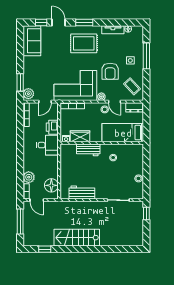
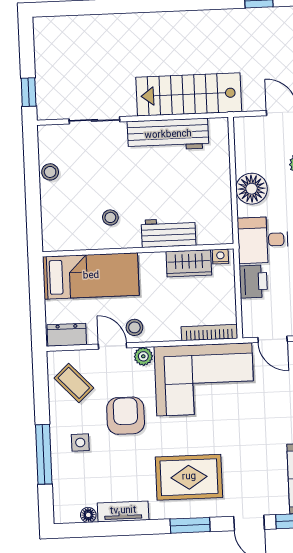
door: (45, 102) -> (273, 339), swing flipped
floor lamp: (51, 185) -> (252, 189), moved
workbench: (82, 192) -> (168, 135), width x1.38
stairs: (77, 238) -> (189, 94), moved, turned 180

